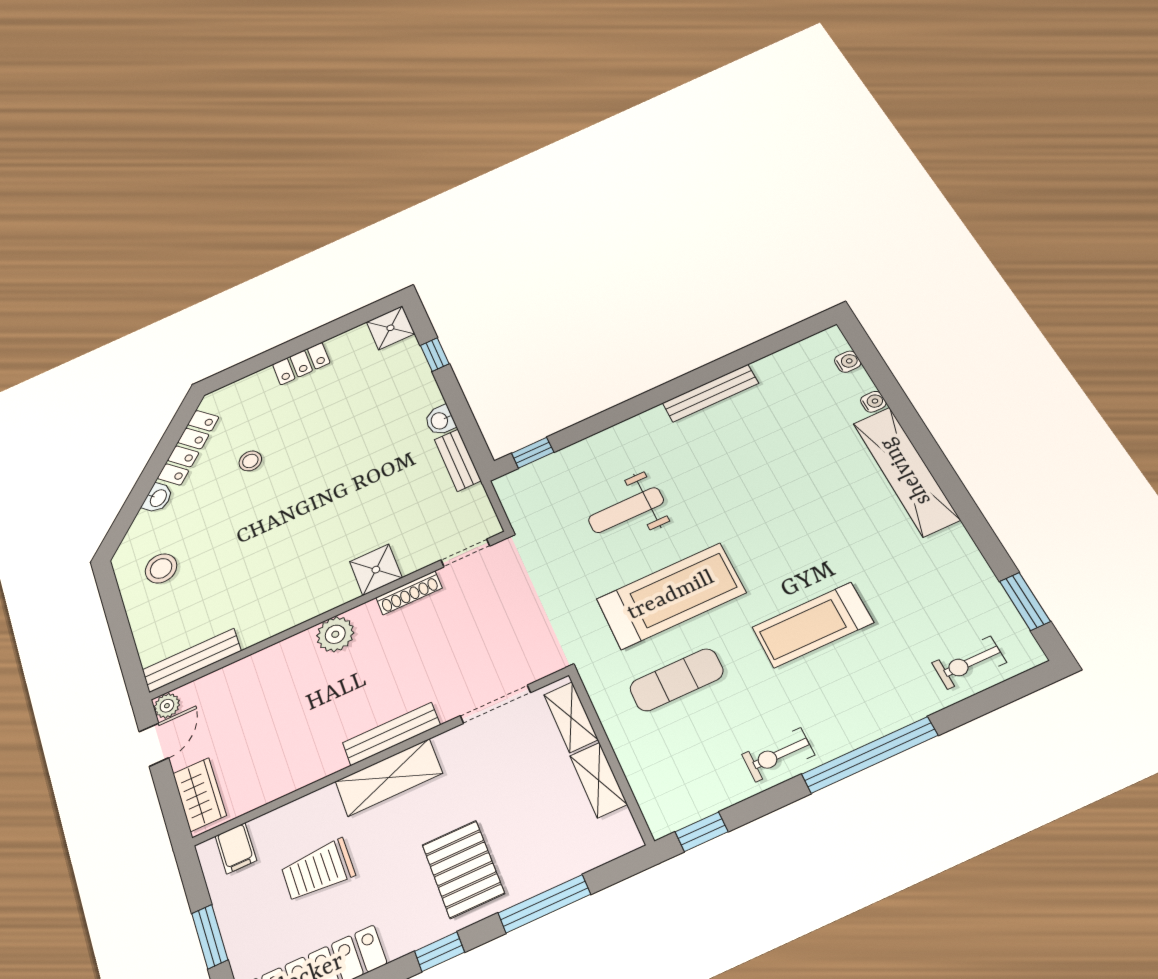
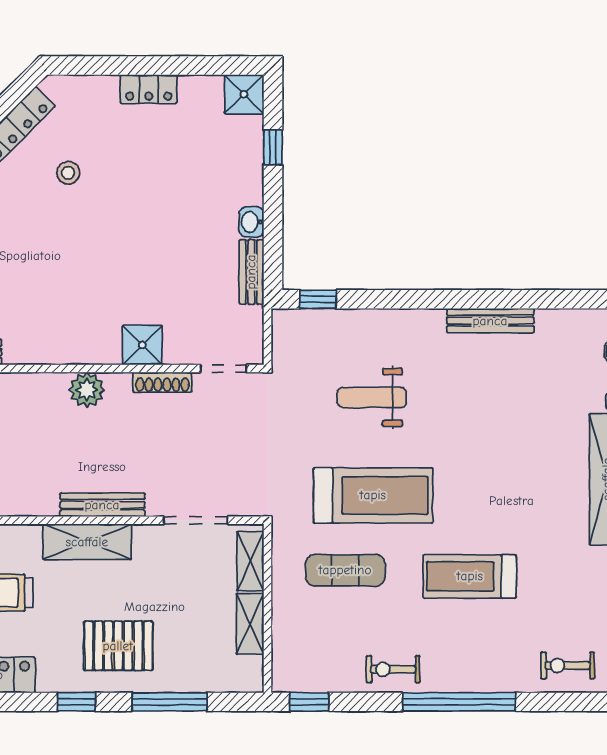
pallet: (463, 869) -> (118, 646), turned 90

